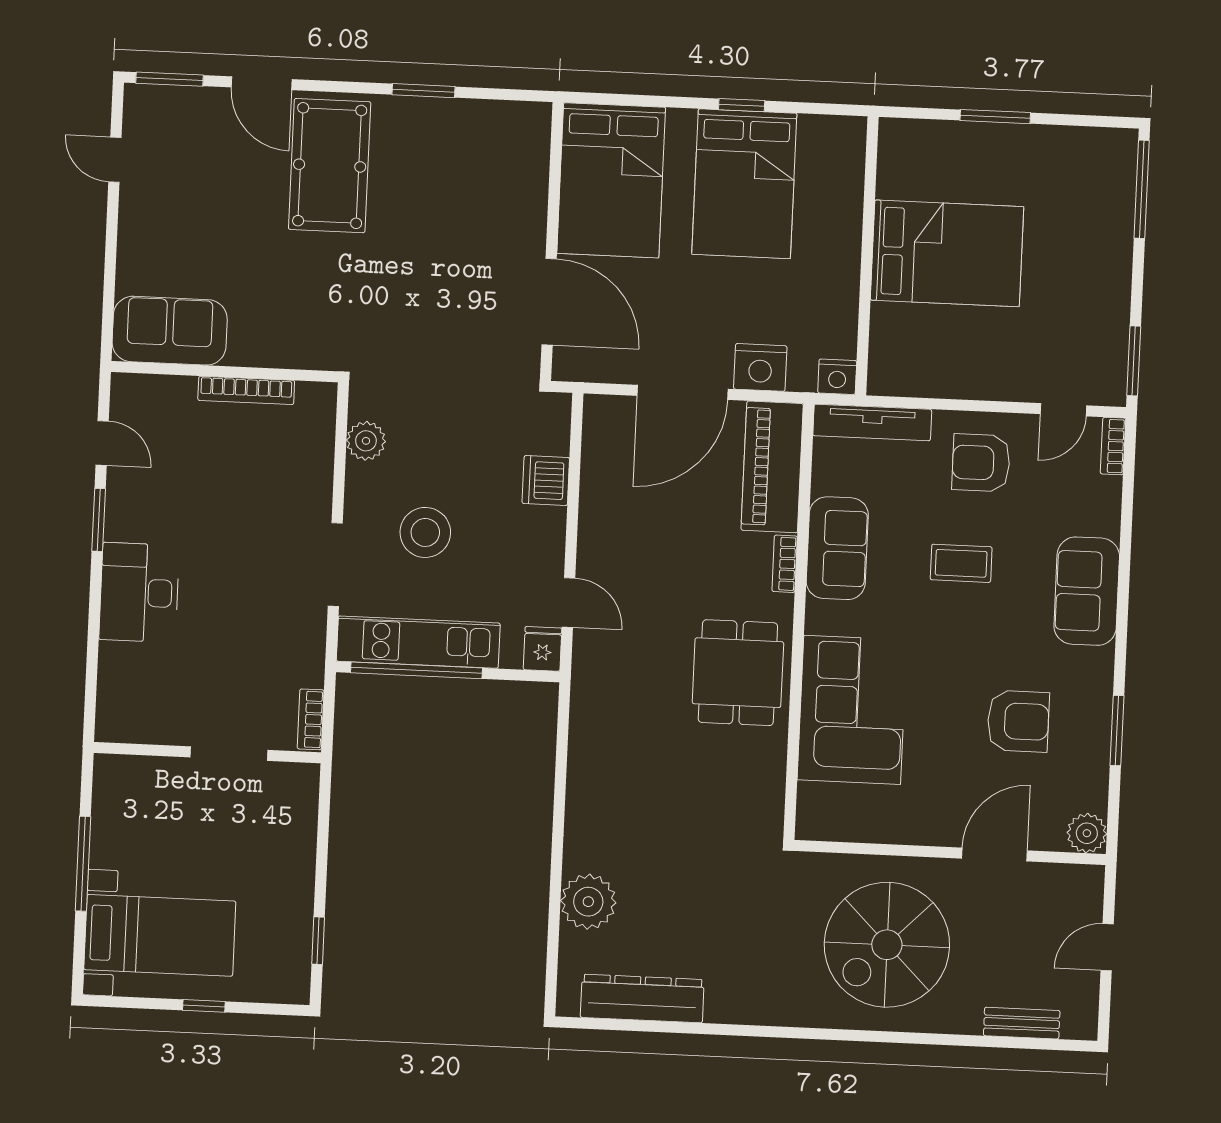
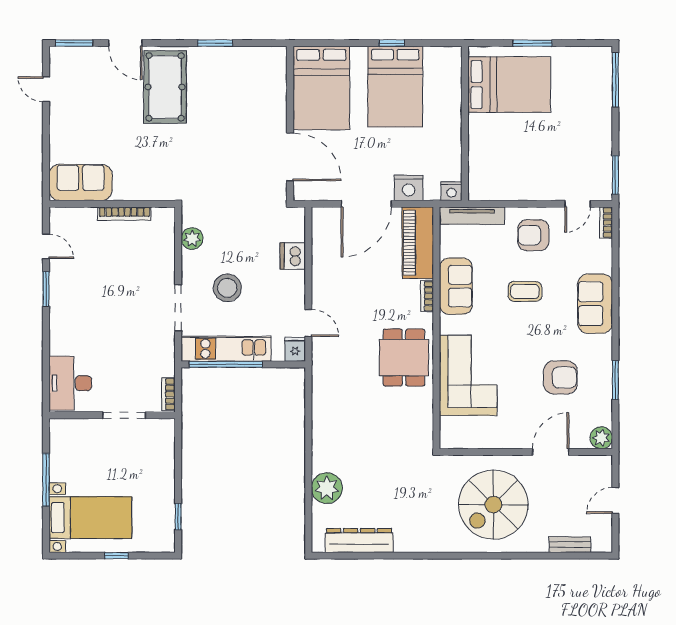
bed: (947, 253) -> (509, 85), moved
desk: (139, 592) -> (70, 383), moved

